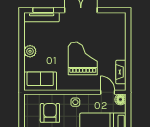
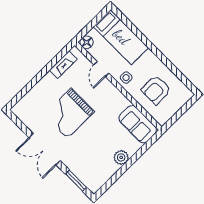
tv unit: (42, 17) -> (83, 176), removed
grand piano: (83, 58) -> (69, 113), moved
door: (108, 92) -> (101, 69), moved

